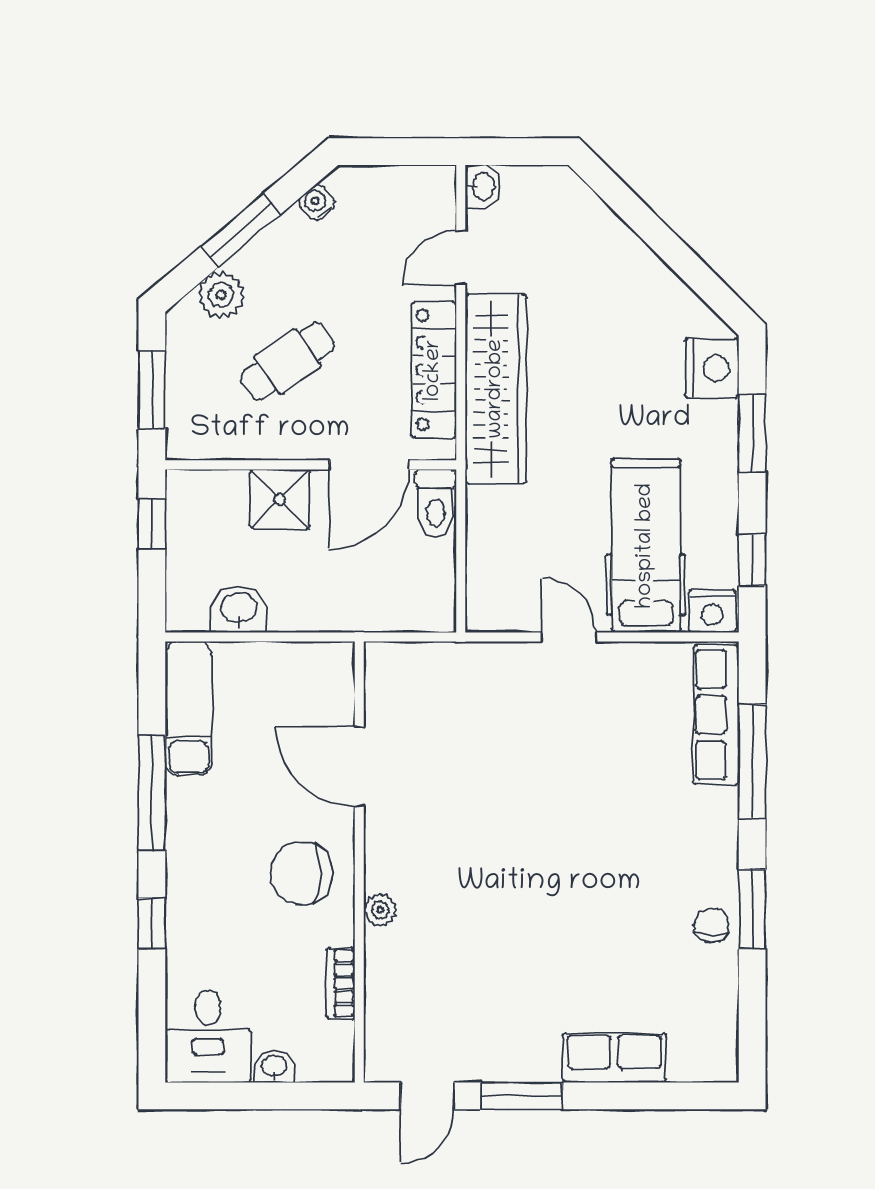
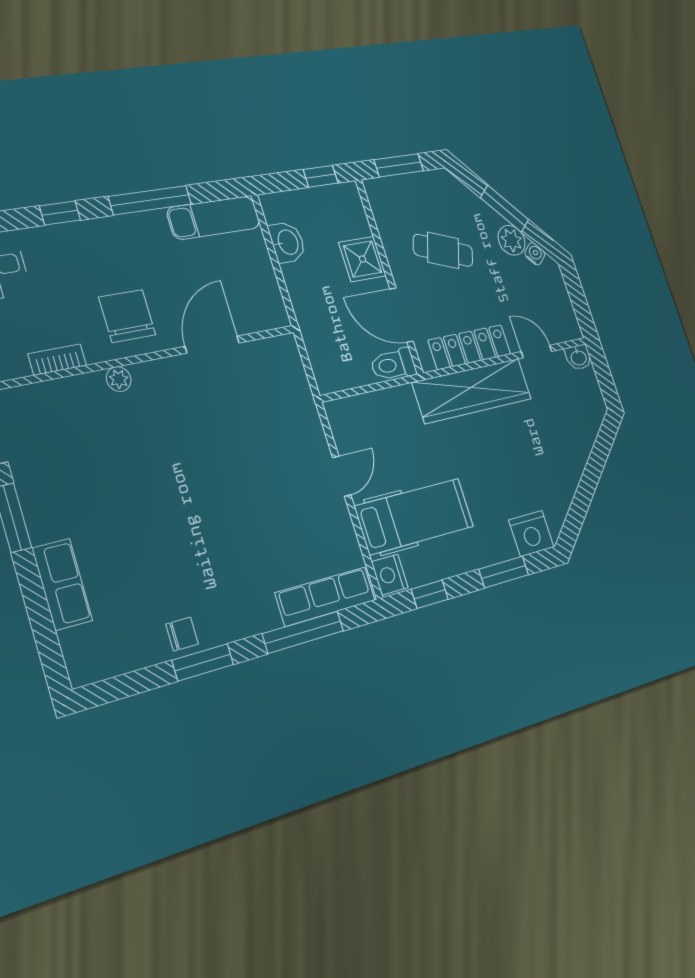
plant: (221, 295) -> (512, 240), moved
cafe table: (288, 361) -> (443, 250), turned -35

